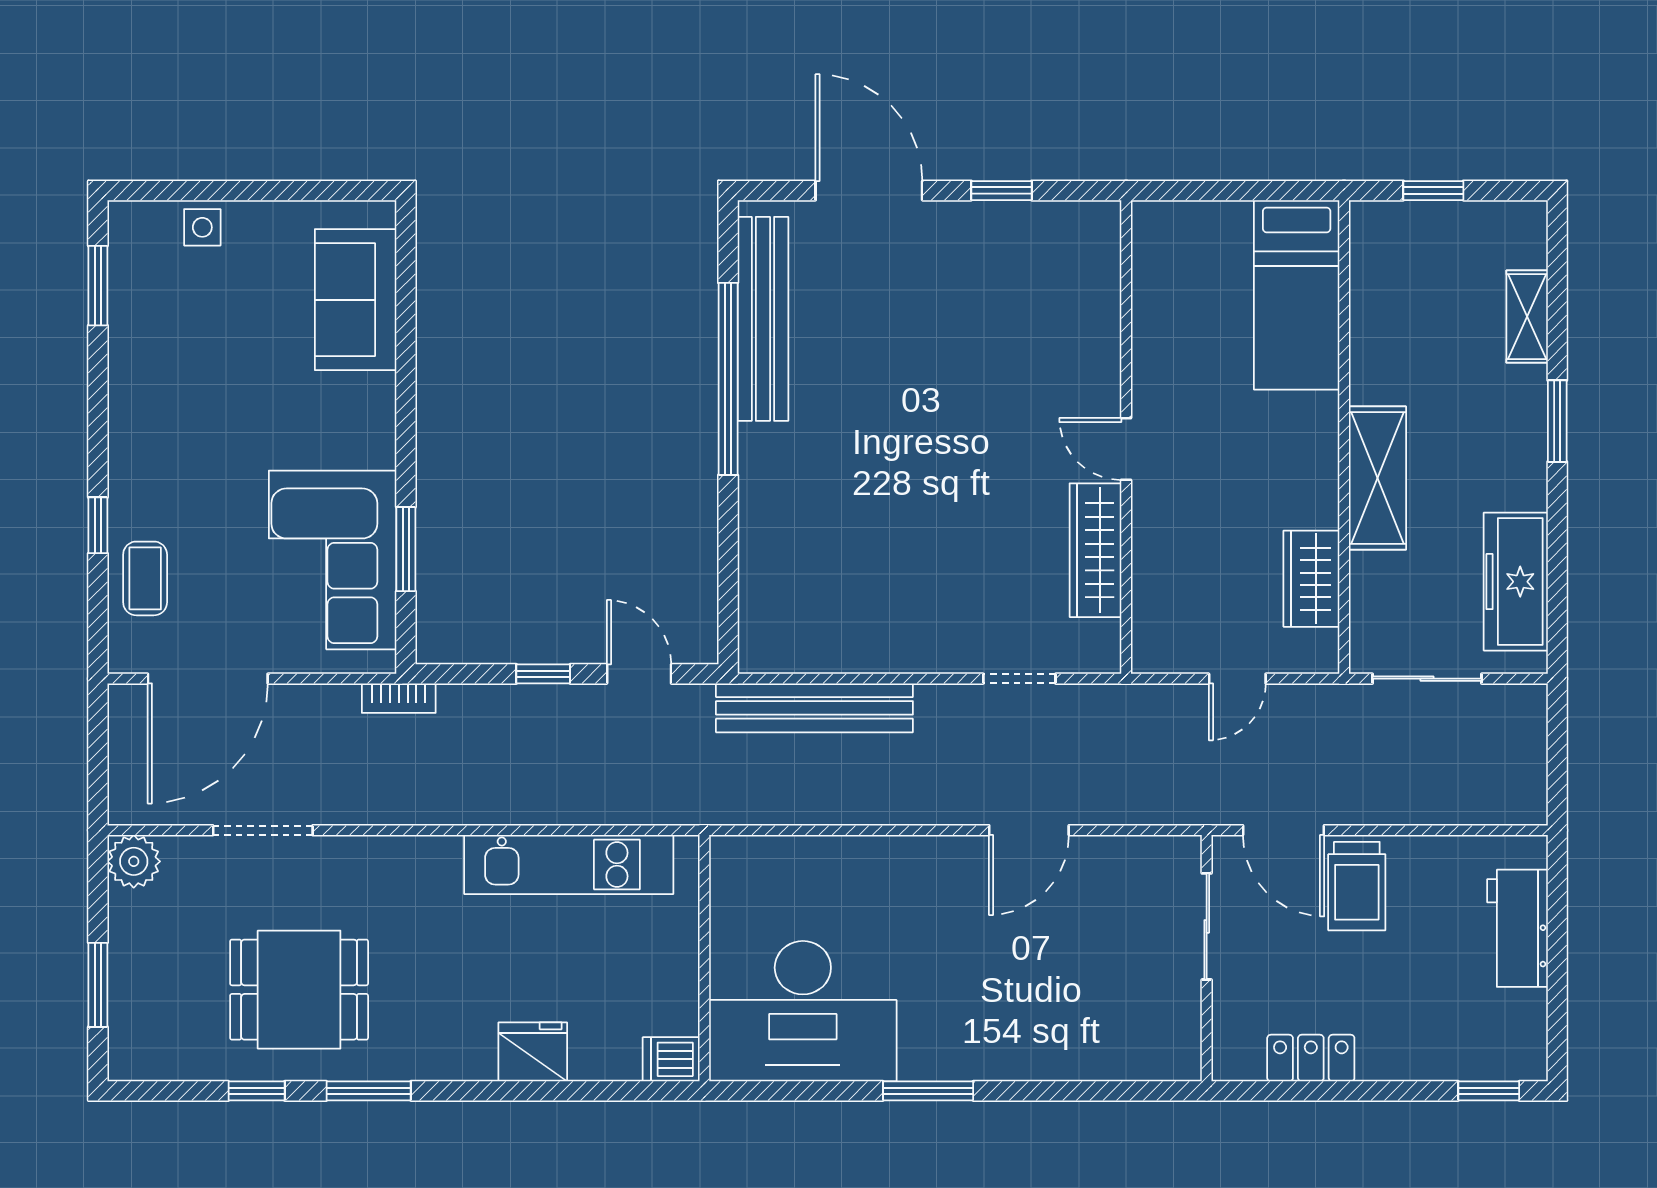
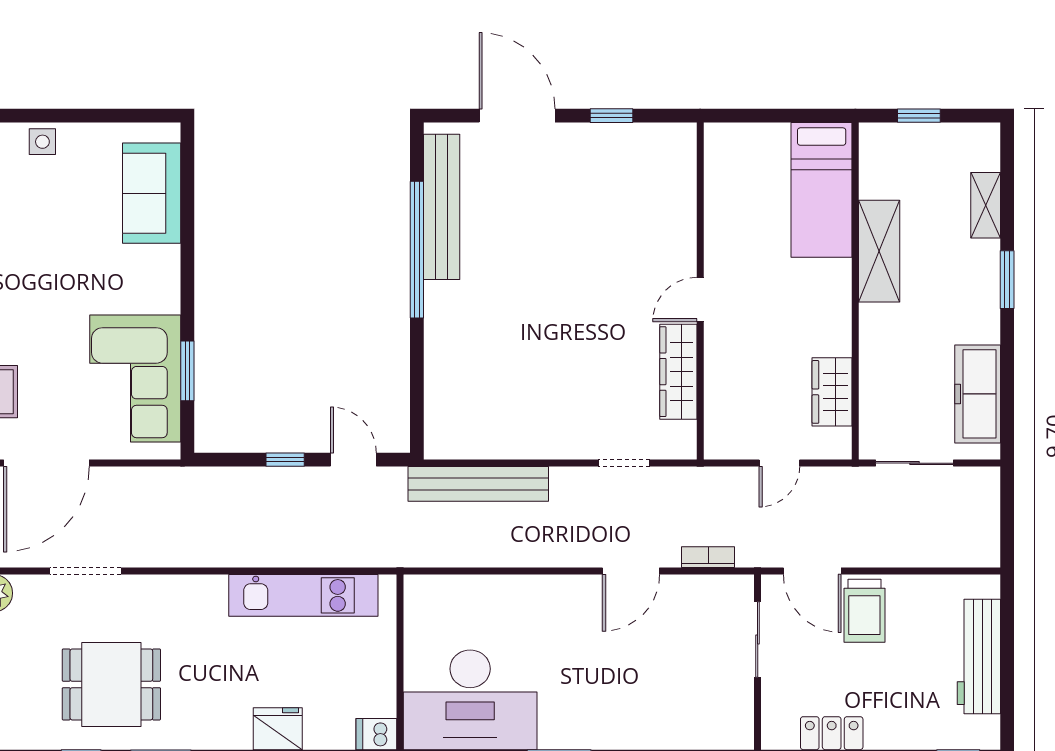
door: (1126, 449) -> (700, 300), hinge flipped
shelving: (1377, 478) -> (879, 251), moved
bookcase: (399, 698) -> (708, 557), moved, turned 180
workbench: (1517, 928) -> (979, 656), width x1.38

